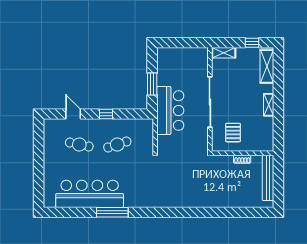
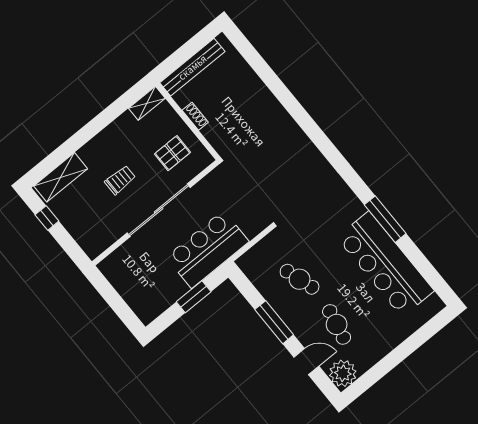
shelving: (224, 53) -> (87, 242), removed
trolley: (241, 95) -> (120, 180), added
shelving: (269, 105) -> (147, 103), moved
door: (73, 114) -> (306, 362), swing flipped
window: (106, 114) -> (274, 322), width x2.17
plant: (52, 128) -> (343, 373), added

